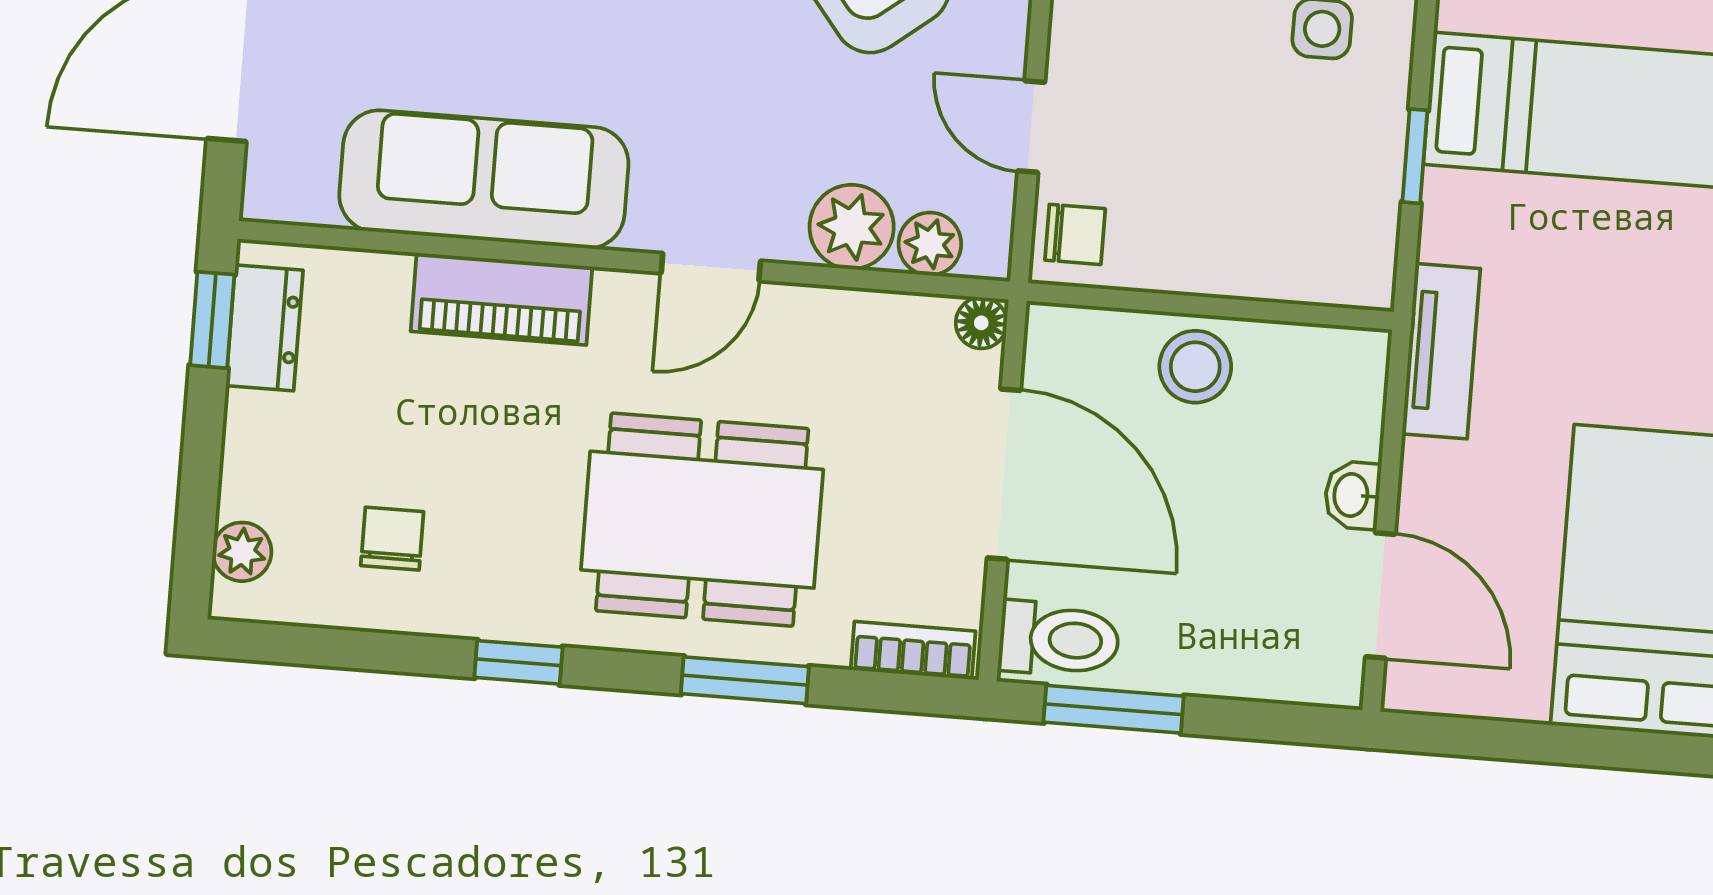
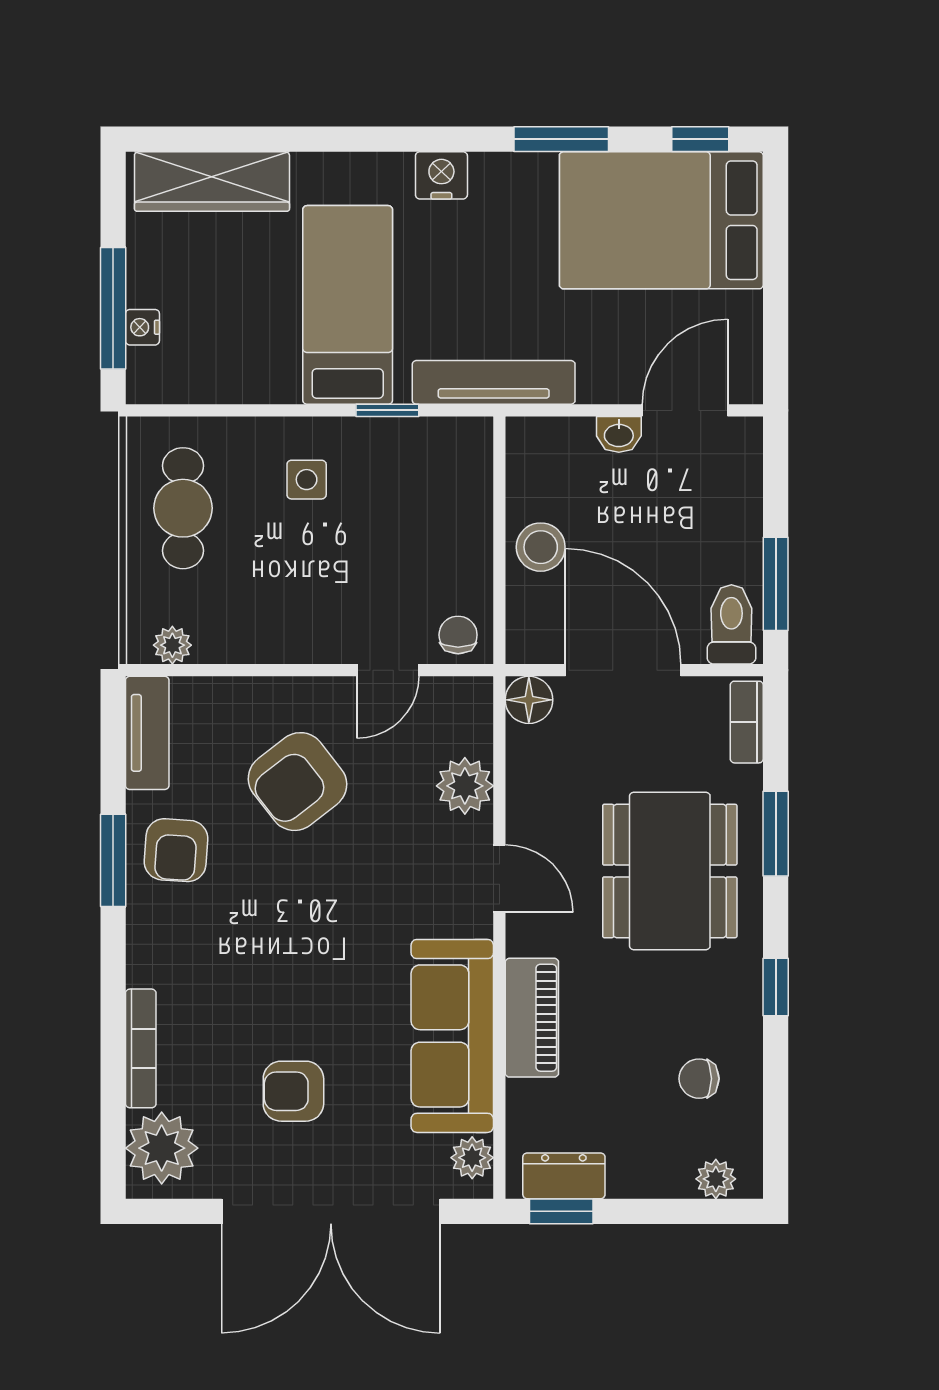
plant: (930, 244) -> (472, 1158), moved
floor lamp: (981, 323) -> (529, 700), width x1.37, depth x1.37
tv unit: (1441, 351) -> (494, 382), width x1.41
door: (1004, 474) -> (623, 670), hinge flipped

